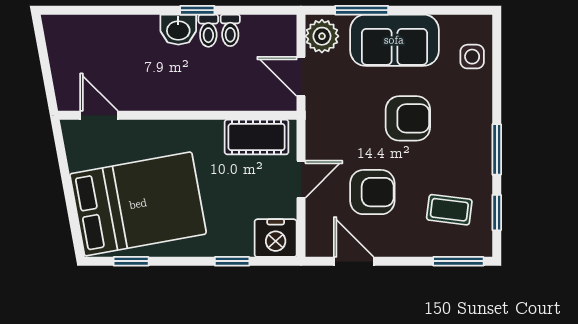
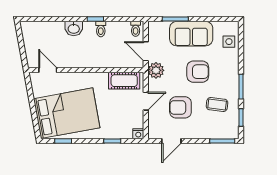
washbasin: (178, 30) -> (74, 28), moved
toilet: (230, 30) -> (136, 29), moved
plant: (322, 36) -> (156, 70), moved
armchair: (372, 192) -> (180, 107), turned 180
coffee table: (449, 210) -> (217, 105), moved
nightstand: (276, 238) -> (138, 134), width x0.53, depth x0.56
door: (354, 261) -> (171, 141), swing flipped

